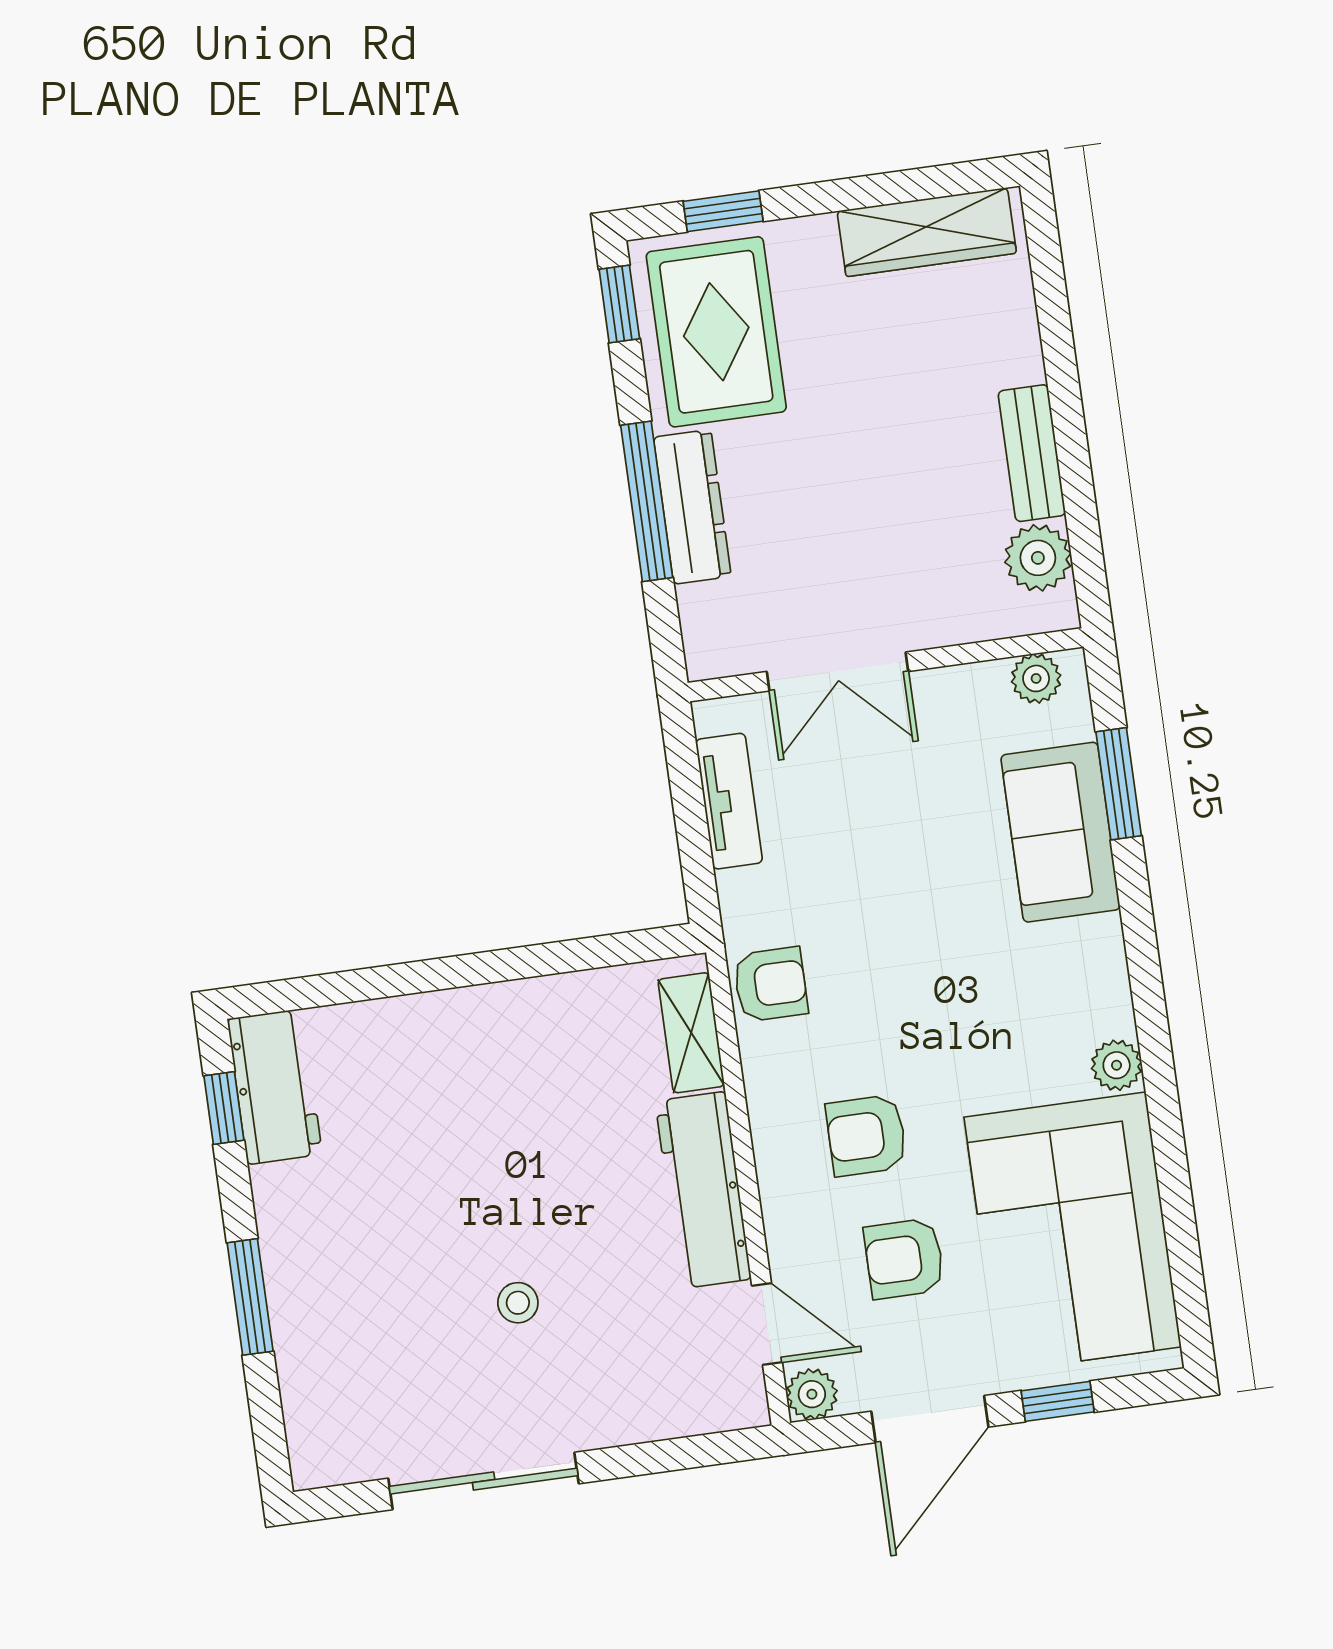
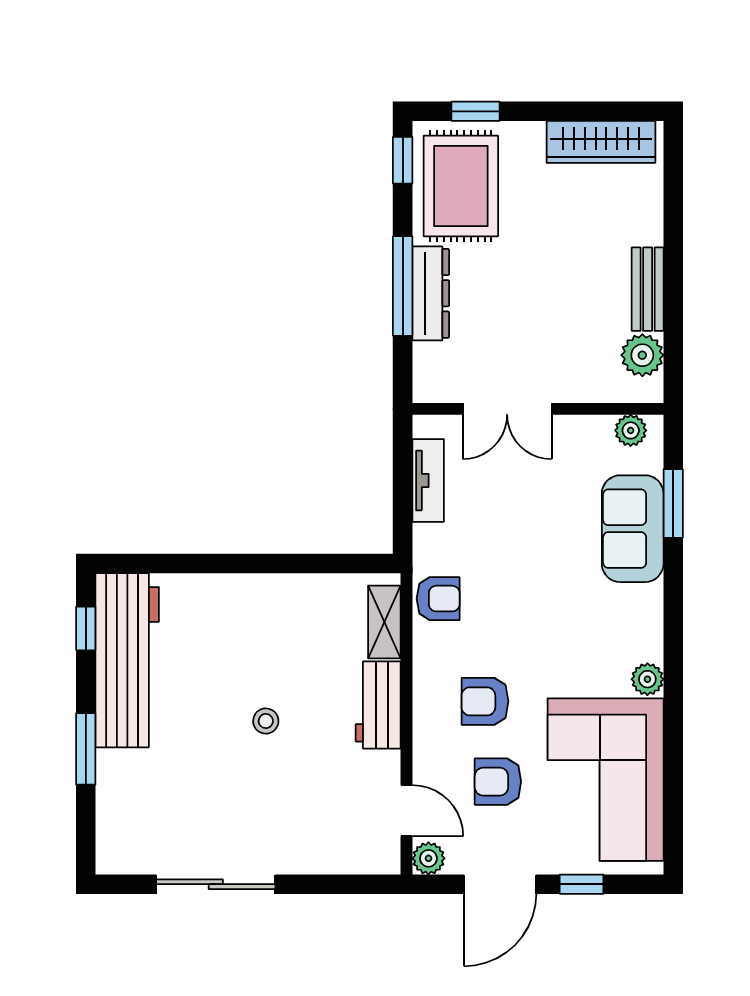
workbench: (275, 1087) -> (127, 660), width x1.87, depth x1.32
workbench: (703, 1190) -> (378, 705), width x0.73
stool: (518, 1303) -> (266, 721), moved

